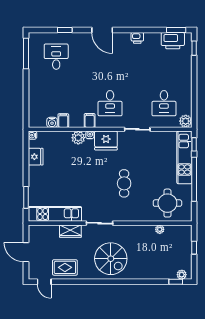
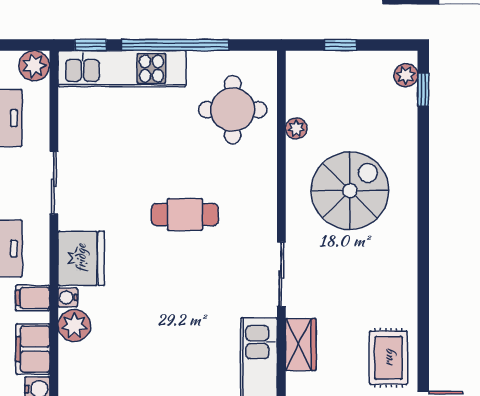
filing cabinet: (63, 121) -> (33, 349), width x2.00
spiral stairs: (111, 259) -> (350, 191), moved

